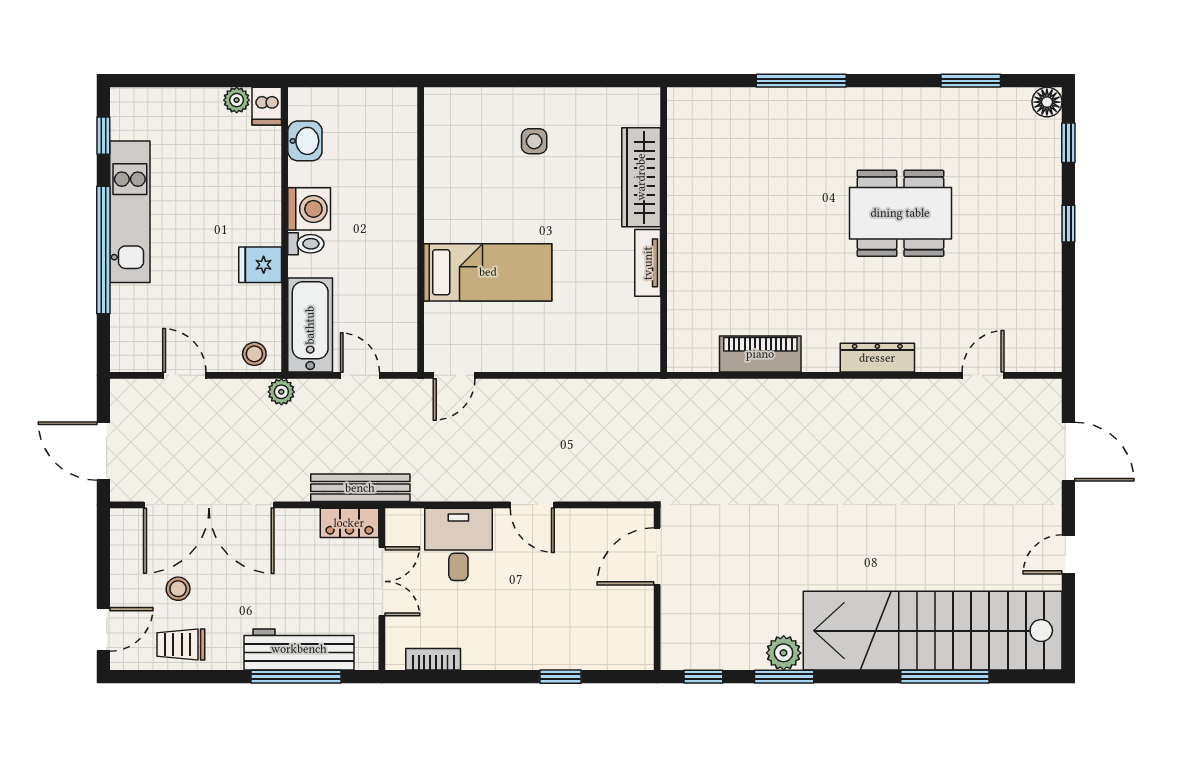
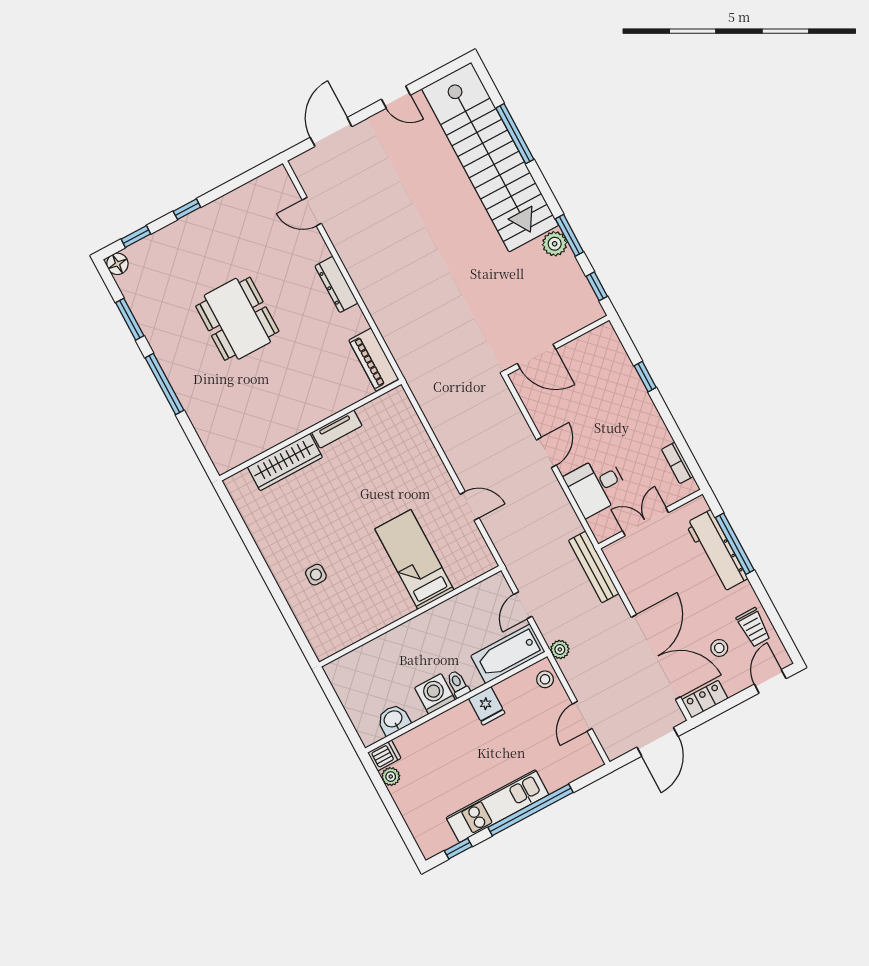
window: (801, 81) -> (164, 384), moved
wardrobe: (641, 177) -> (285, 462), moved
wall: (664, 230) -> (310, 430), moved
tv unit: (648, 263) -> (337, 429), moved
door: (454, 375) -> (470, 506), moved
locker: (349, 523) -> (705, 699), moved, turned -90
door: (103, 629) -> (770, 681), hinge flipped

